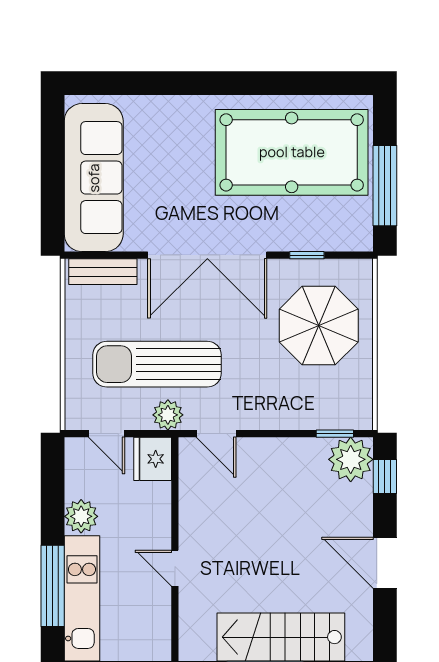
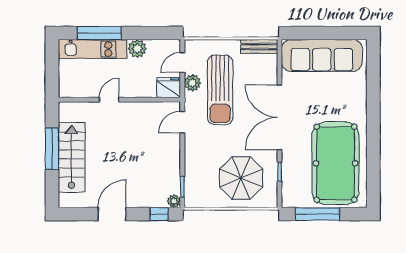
bench: (103, 272) -> (259, 46), moved, turned 90
sun lounger: (157, 364) -> (220, 90), turned 180
plant: (168, 415) -> (193, 83), moved
plant: (351, 459) -> (174, 201), width x0.53, depth x0.53

